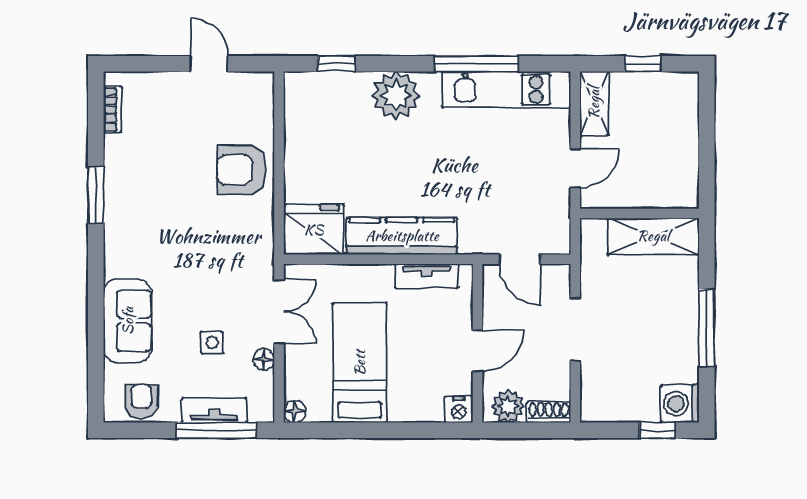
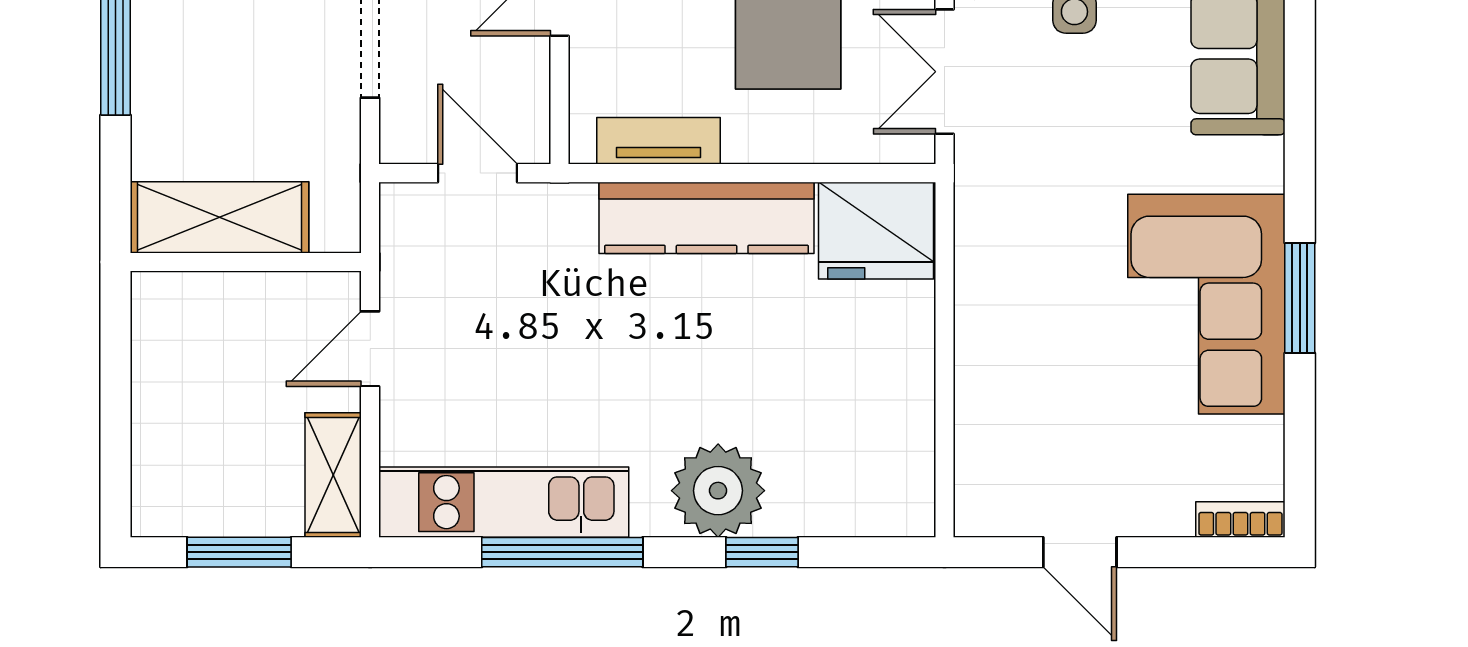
window: (336, 64) -> (762, 552), moved
window: (643, 64) -> (239, 552), width x1.50
bookcase: (112, 110) -> (1240, 519), moved, turned 90
armchair: (242, 170) -> (1017, 347), removed
corner sofa: (144, 192) -> (1206, 304), added

